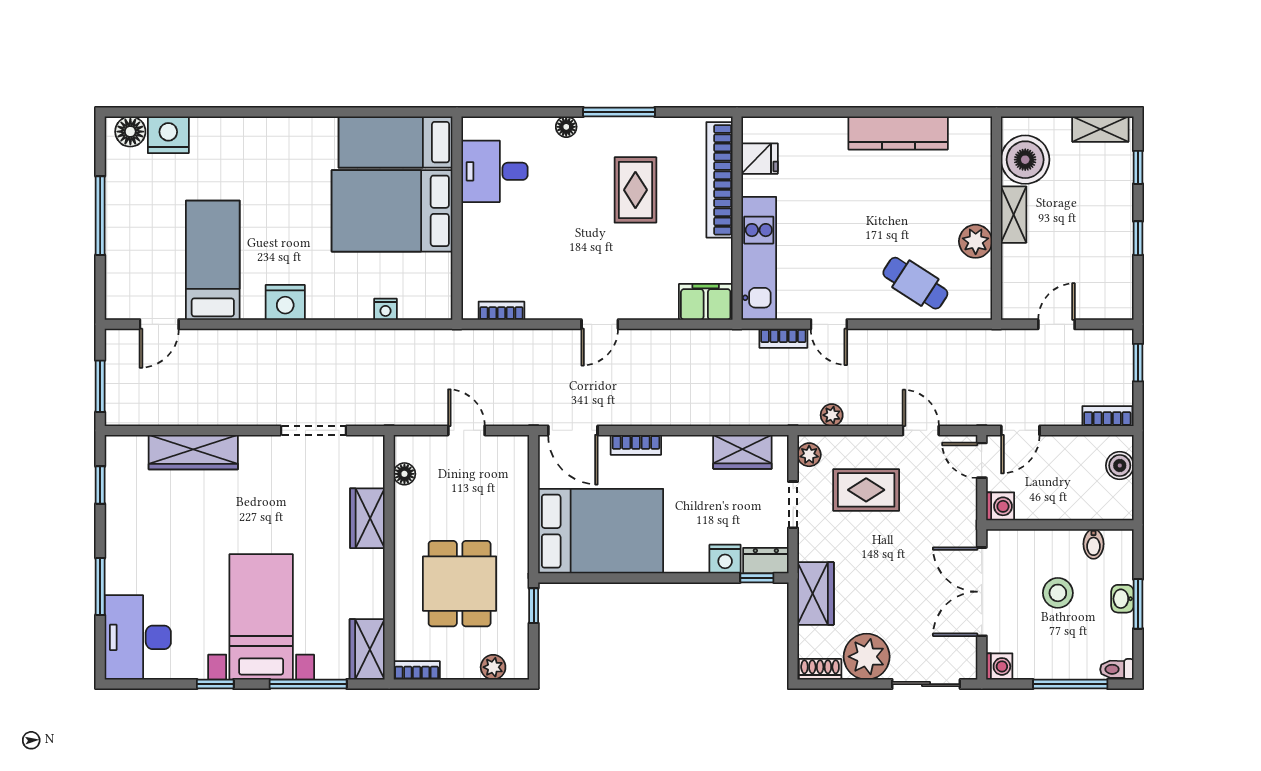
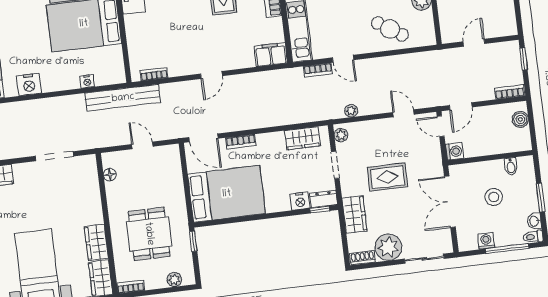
bench: (443, 345) -> (123, 98), added
rug: (866, 490) -> (387, 177), moved
wardrobe: (367, 518) -> (96, 242), moved
washbasin: (1122, 599) -> (534, 221), moved
washing machine: (999, 666) -> (486, 241), moved, turned -90

